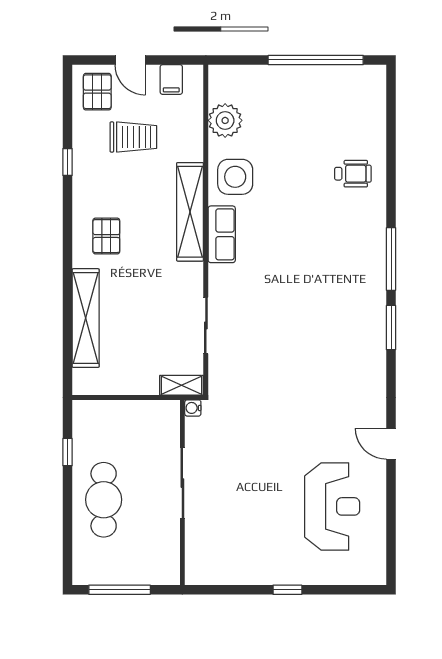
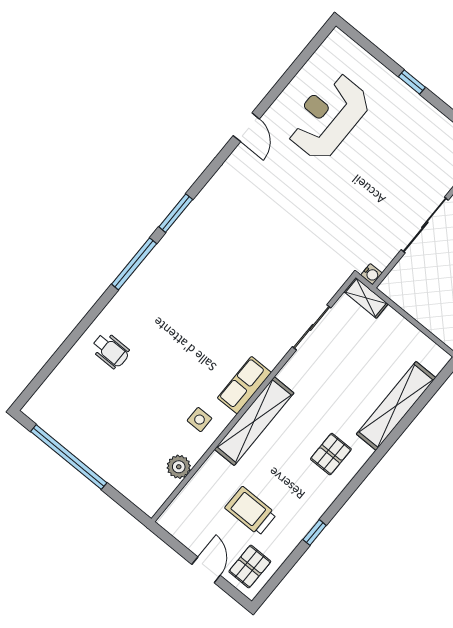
filing cabinet: (171, 79) -> (188, 530), removed
plant: (225, 120) -> (179, 467), width x0.73, depth x0.73
wheelchair: (353, 174) -> (110, 350), turned 180
side table: (235, 177) -> (199, 420), width x0.54, depth x0.54

